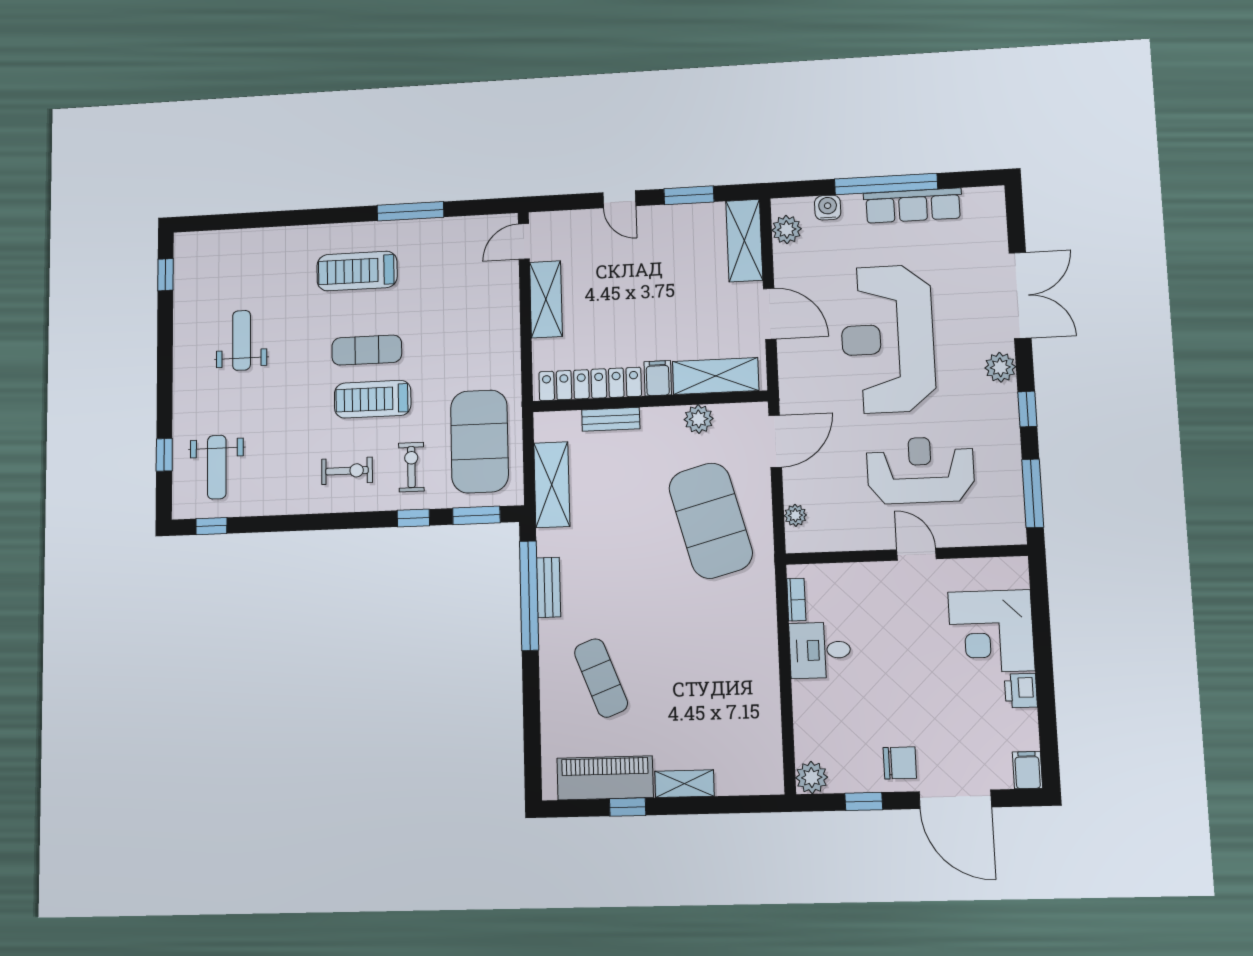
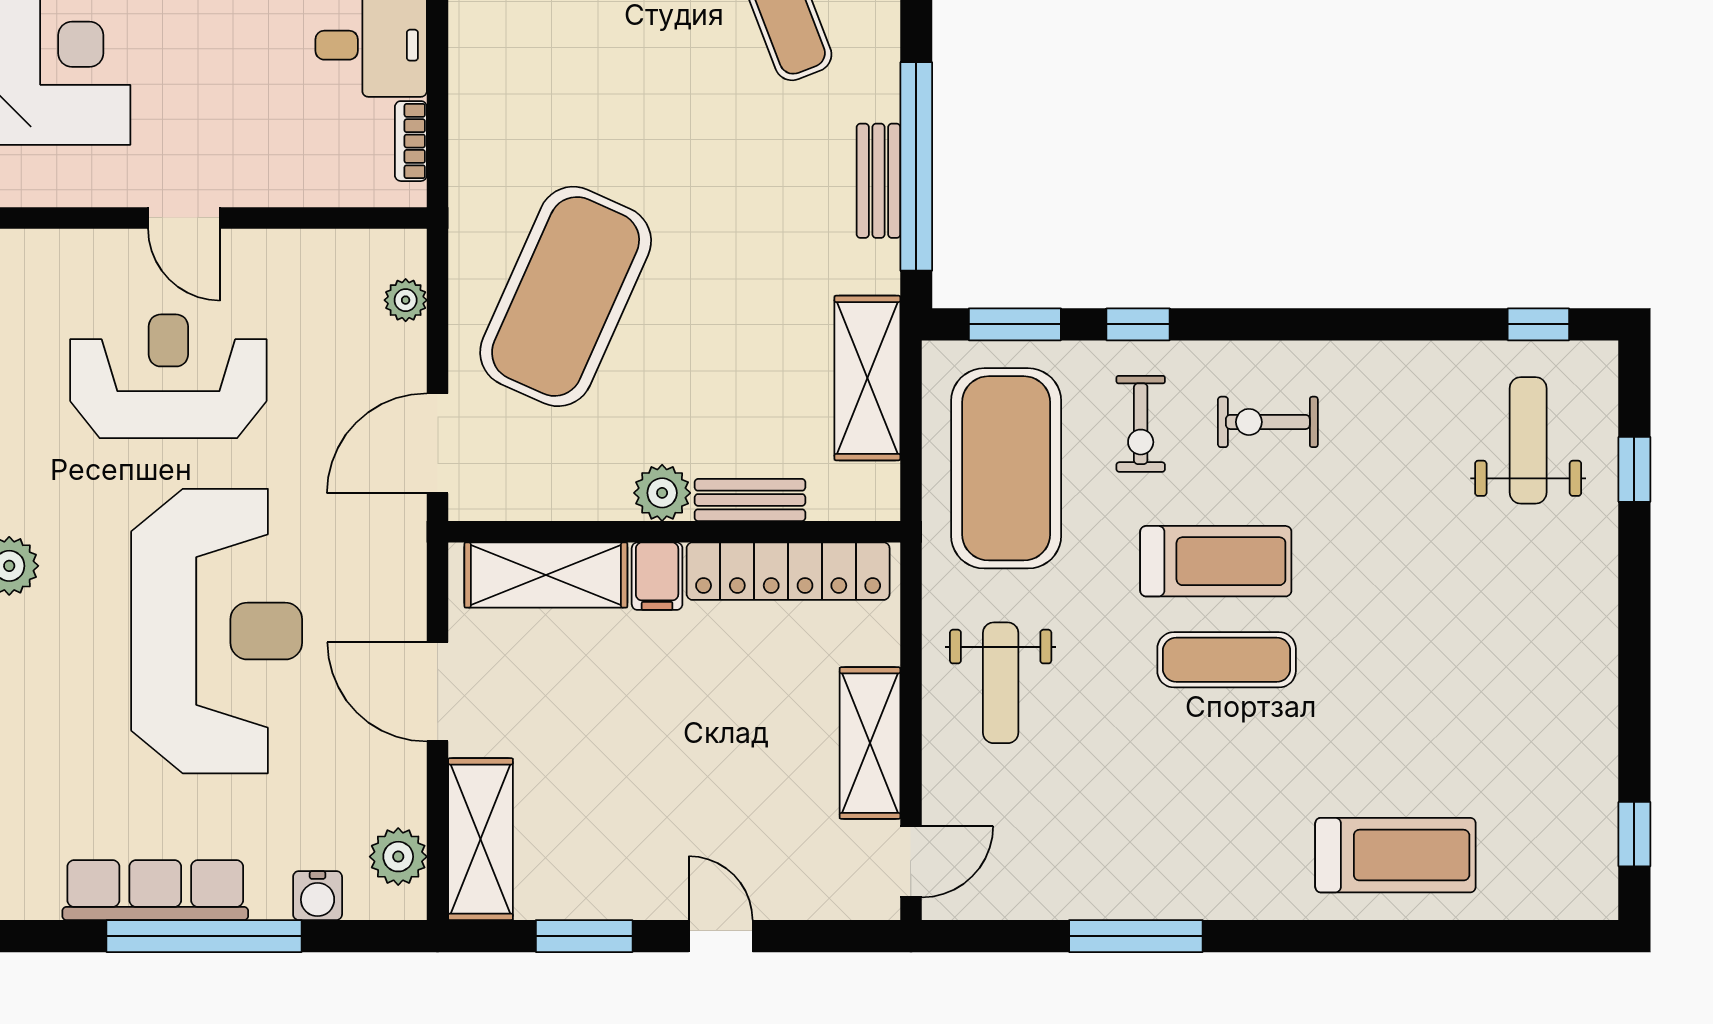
treadmill: (357, 271) -> (1395, 855), moved
weight bench: (242, 340) -> (1001, 683), moved
plant: (699, 419) -> (662, 493), moved
reception desk: (920, 470) -> (168, 376), turned 180
exercise mat: (711, 521) -> (566, 296), turned 39

